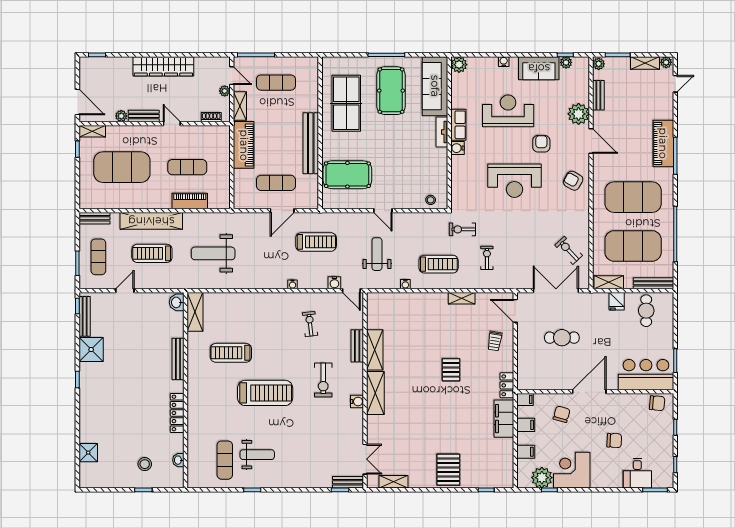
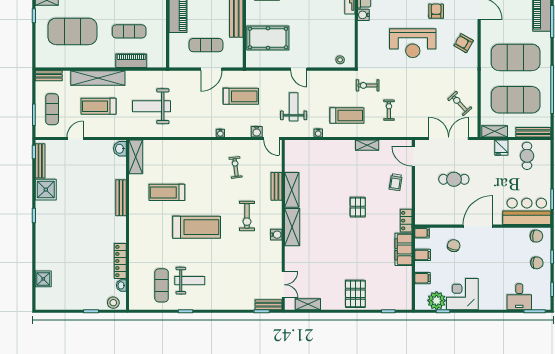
locker: (177, 413) -> (120, 261), moved
chair: (614, 441) -> (537, 263), moved
stool: (145, 464) -> (113, 303), moved

